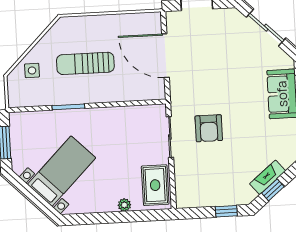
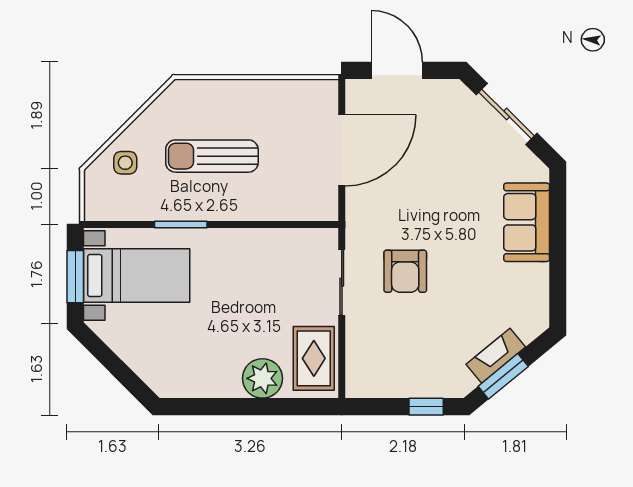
door: (166, 56) -> (342, 150), swing flipped
bed with nightstands: (62, 171) -> (137, 276), moved, turned 45
window: (273, 190) -> (503, 376), width x1.50
plant: (124, 205) -> (262, 378), width x1.88, depth x1.88

